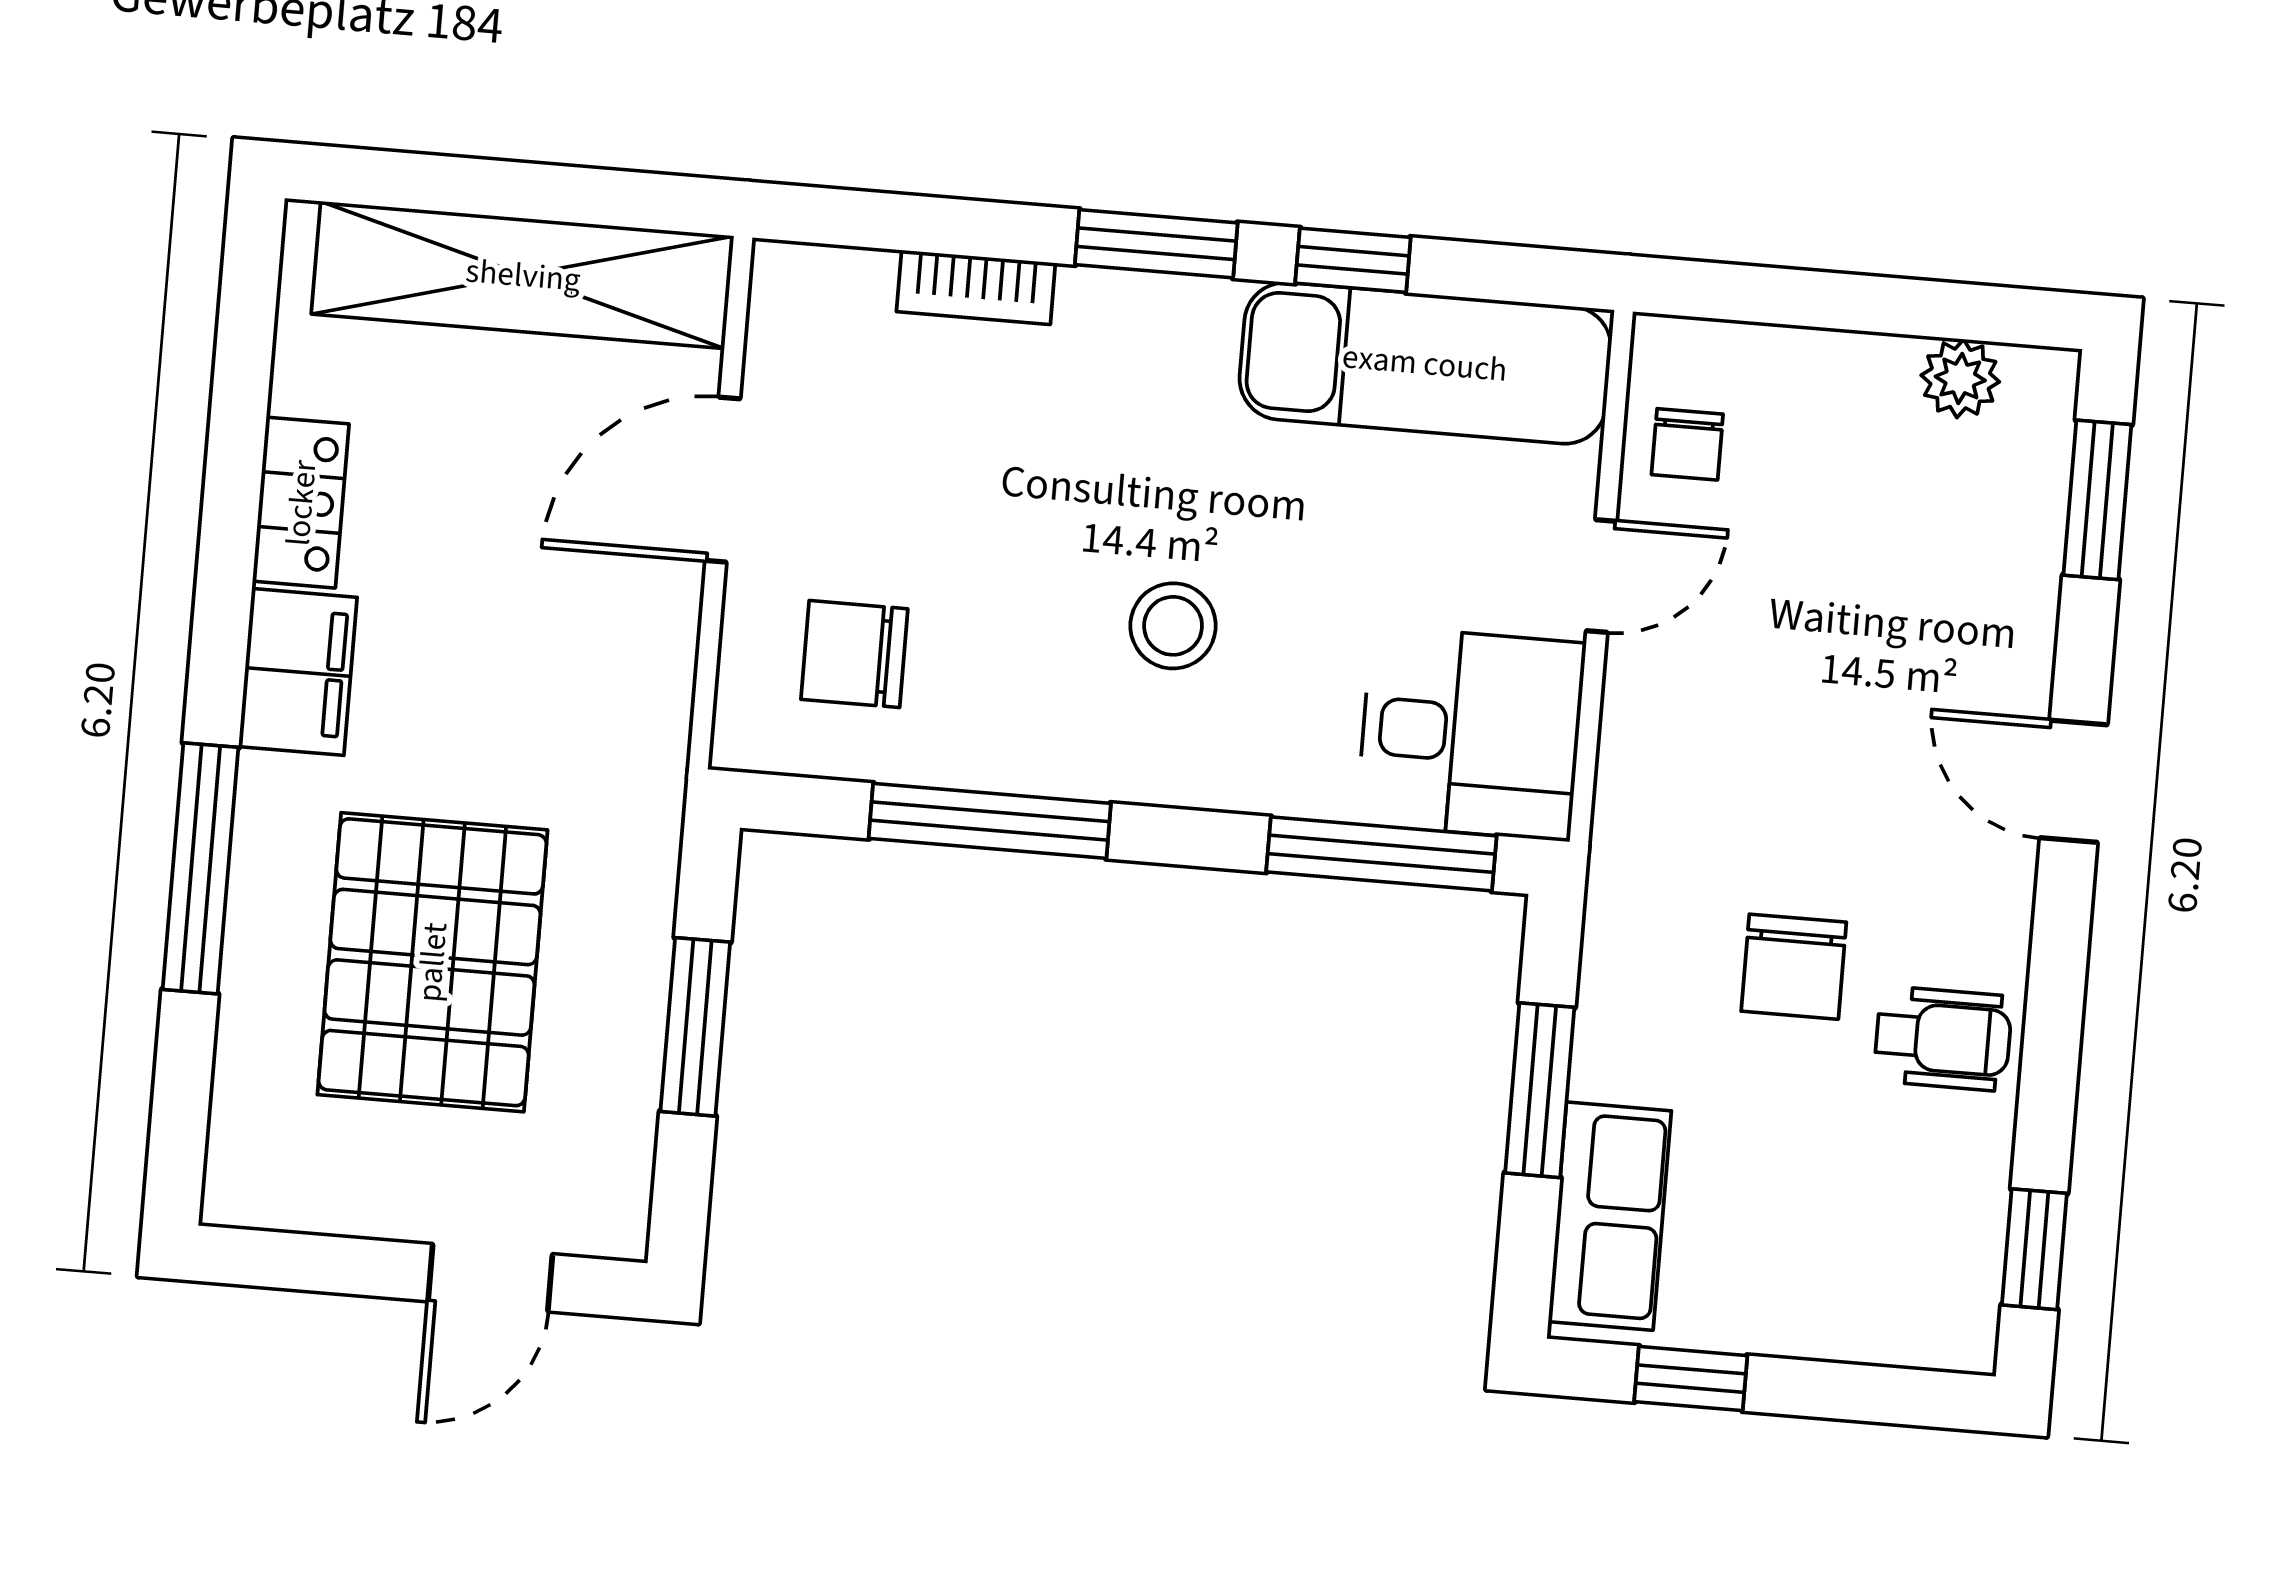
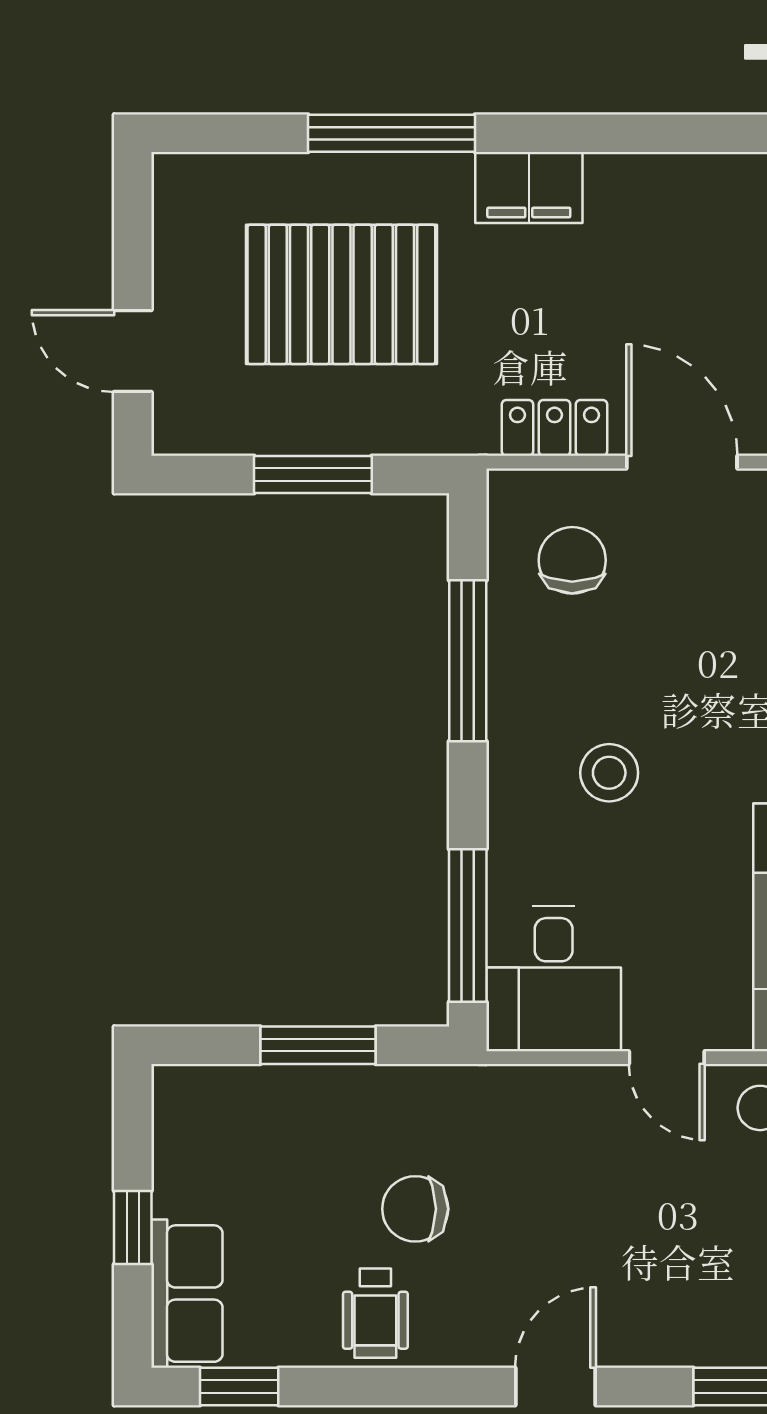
locker: (301, 503) -> (554, 428), moved, turned 180
row of seats: (1610, 1216) -> (187, 1294), moved, turned -90
window: (1691, 1379) -> (133, 1227), moved

